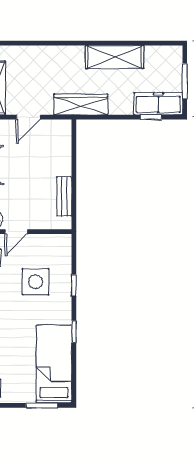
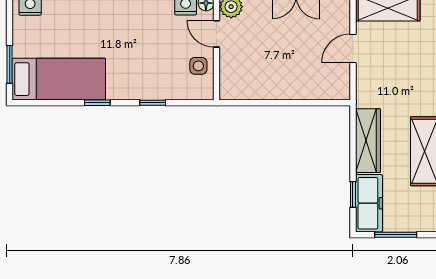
wardrobe: (81, 104) -> (368, 141), moved
door: (28, 117) -> (353, 48), hinge flipped
bench: (64, 196) -> (259, 91), removed
side table: (36, 282) -> (198, 66), moved, width x0.54, depth x0.54

